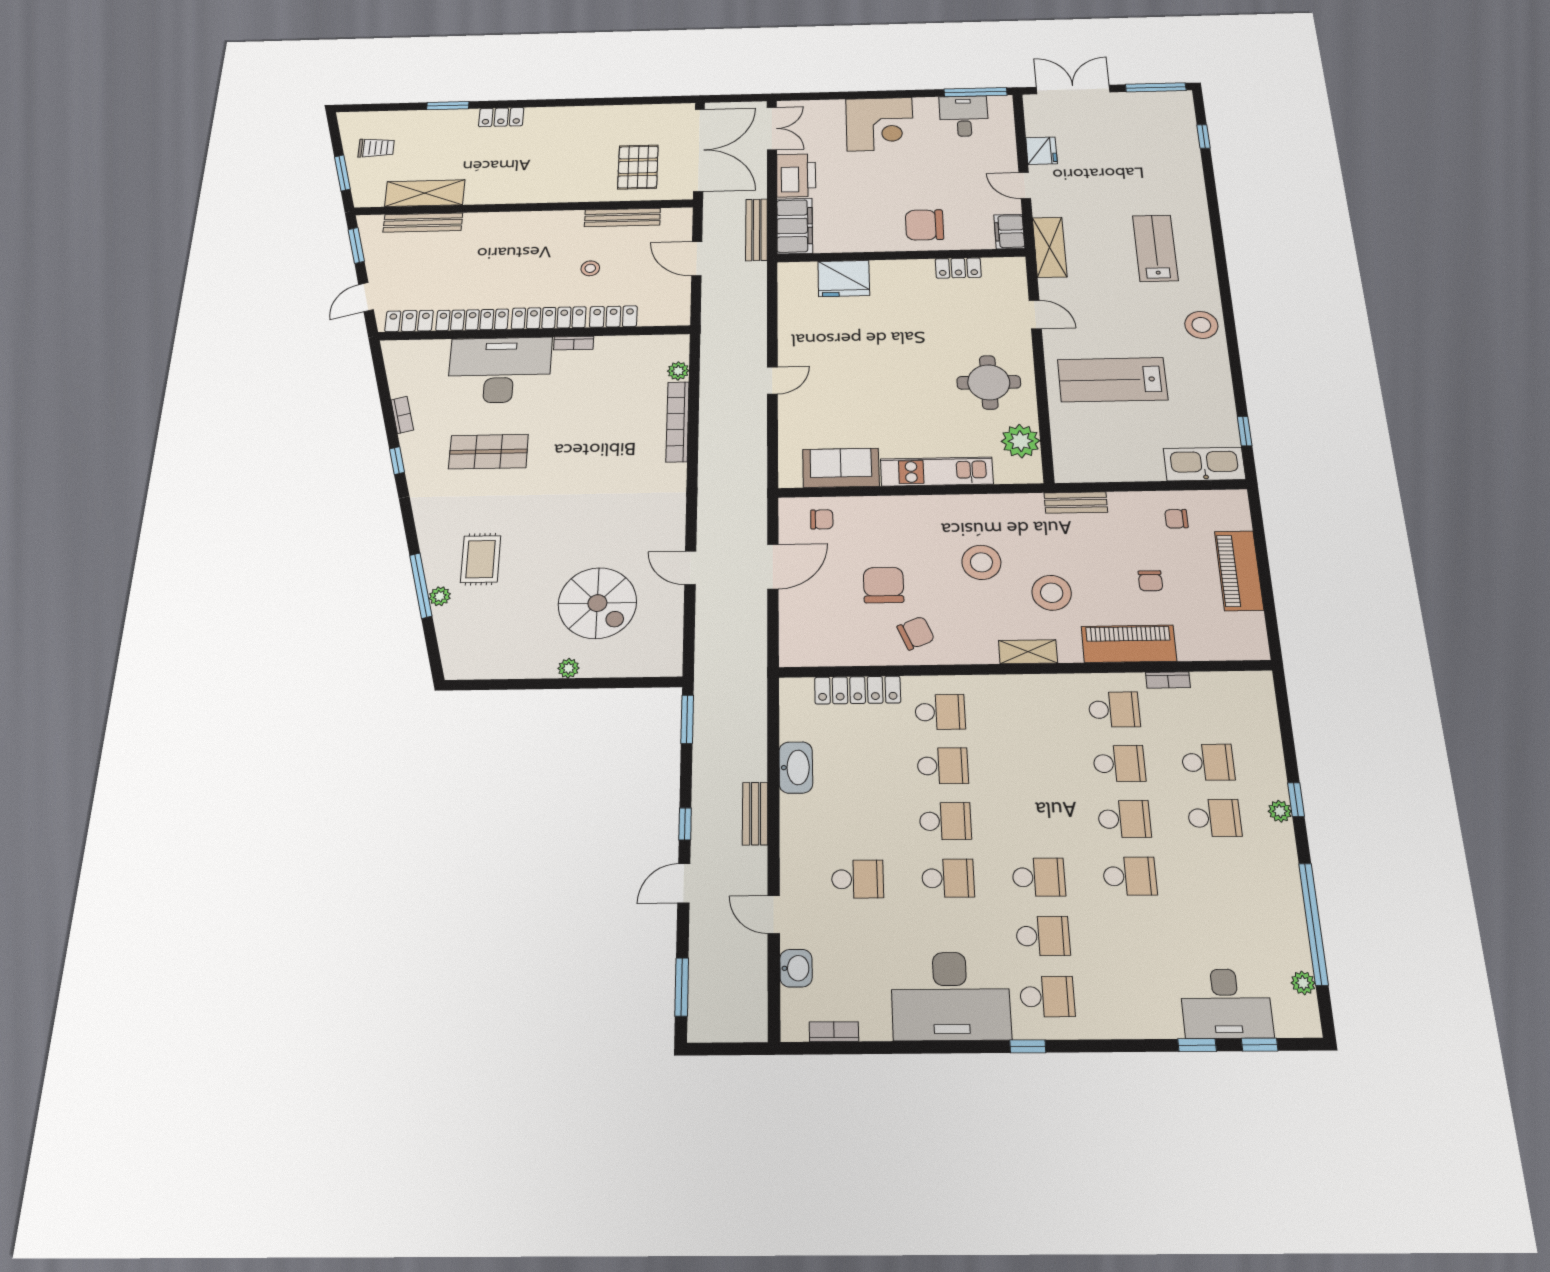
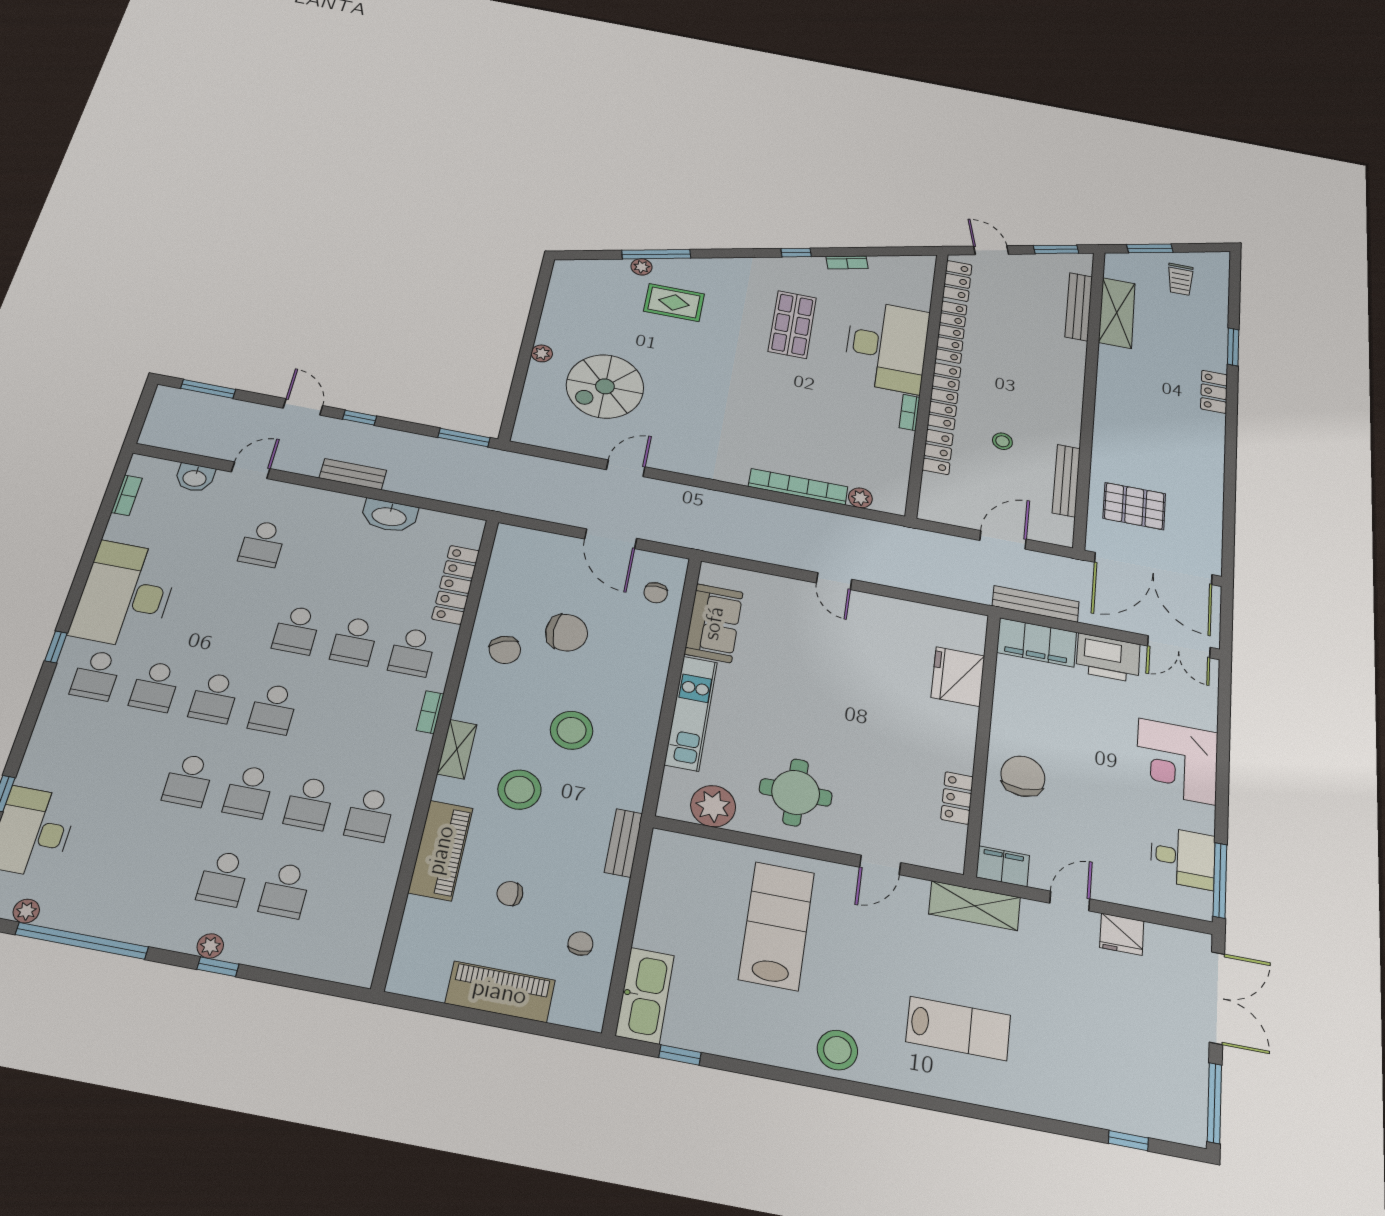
bookcase: (1168, 680) -> (430, 712), moved
school desk: (948, 878) -> (273, 709), moved

